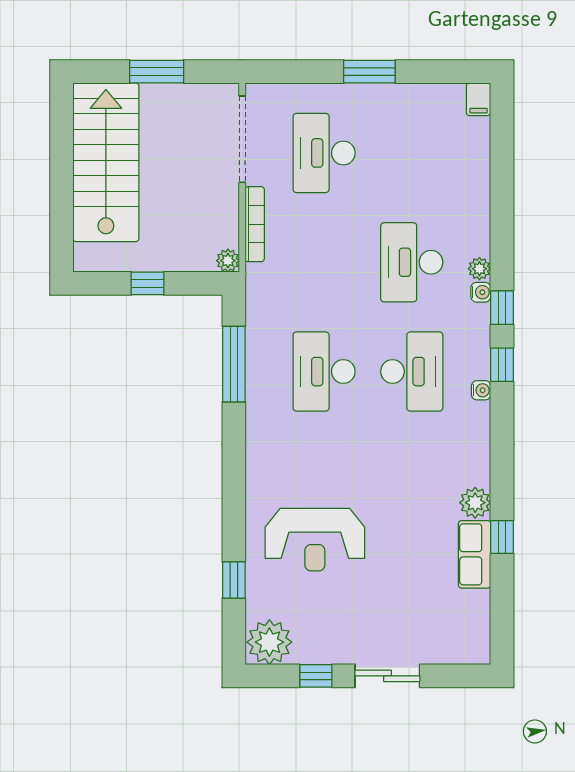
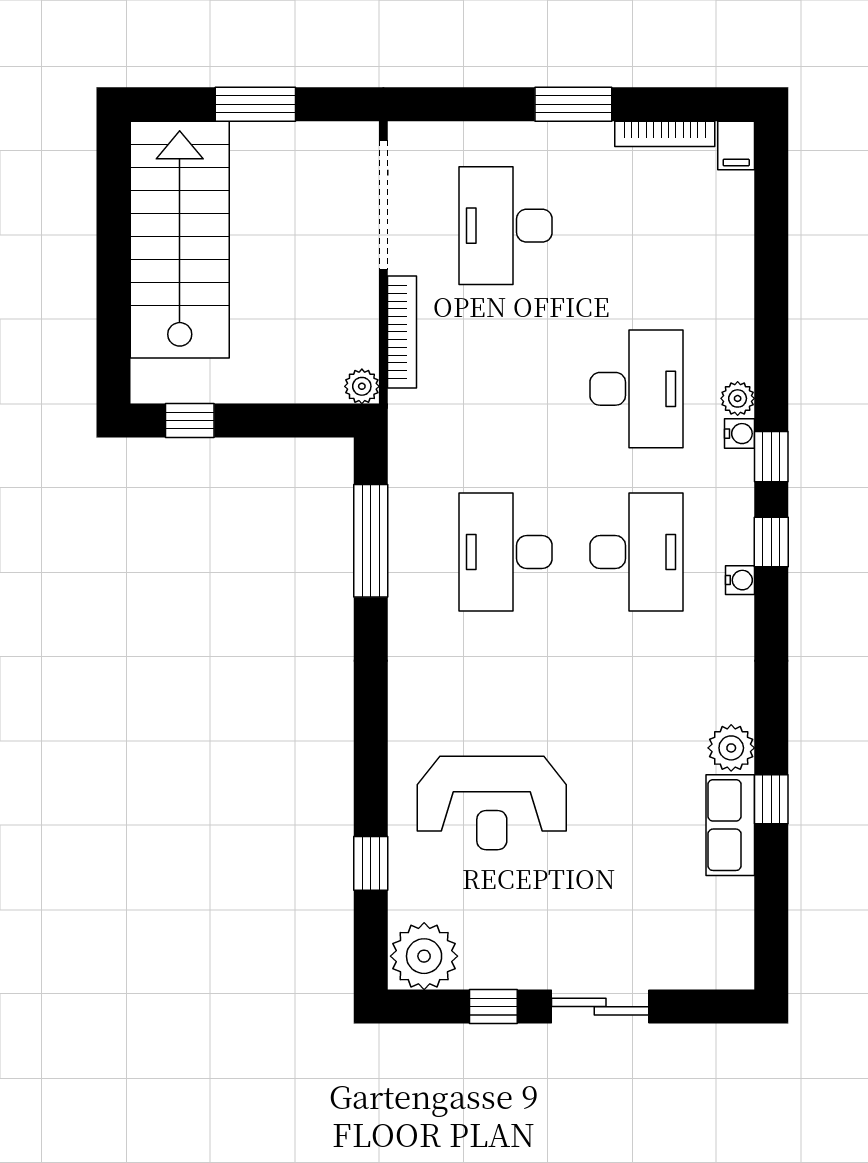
bookcase: (431, 91) -> (665, 134), added
desk: (412, 262) -> (636, 389), turned 180
window: (147, 283) -> (190, 420), moved

